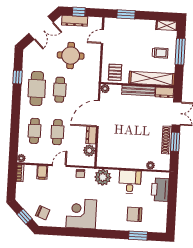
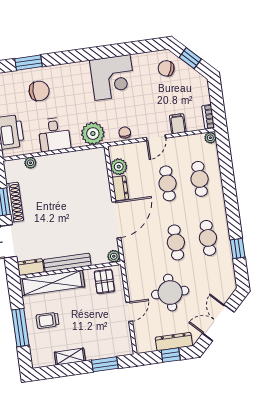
shelving: (167, 25) -> (70, 357), moved
door: (102, 37) -> (129, 312), moved
cafe table: (37, 88) -> (208, 238), width x0.73, depth x0.74

